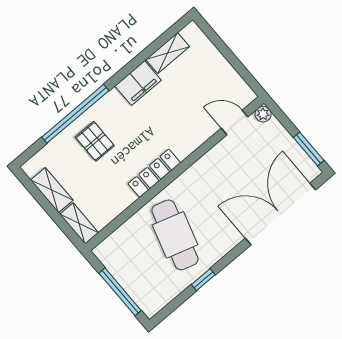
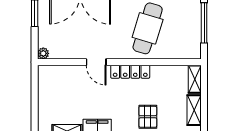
door: (235, 122) -> (96, 62), moved

